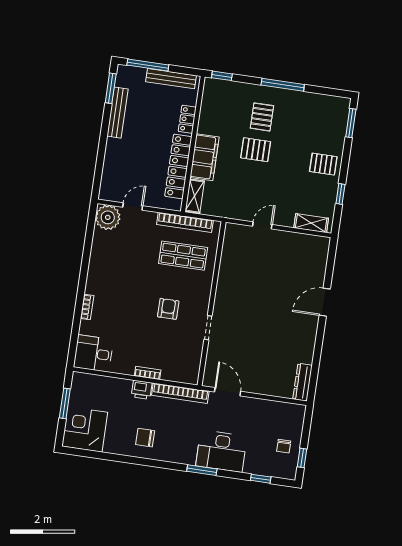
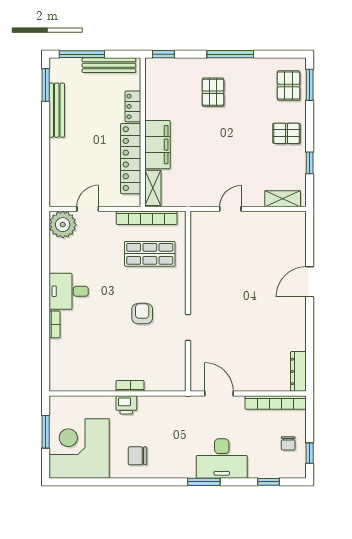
pallet: (256, 150) -> (289, 86), moved, turned 90
desk: (93, 353) -> (69, 291), moved
bookcase: (180, 393) -> (276, 402), moved
corner desk: (85, 429) -> (79, 448), width x1.36, depth x1.36

